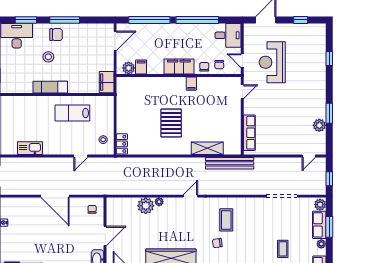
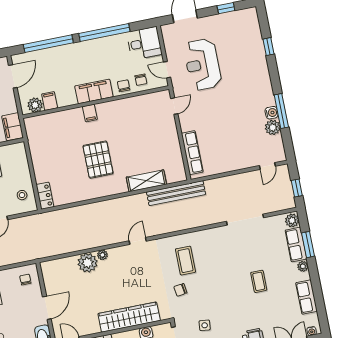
filing cabinet: (191, 84) -> (90, 113), moved
water cooler: (321, 113) -> (272, 113), added
window: (329, 113) -> (281, 111), width x1.44

